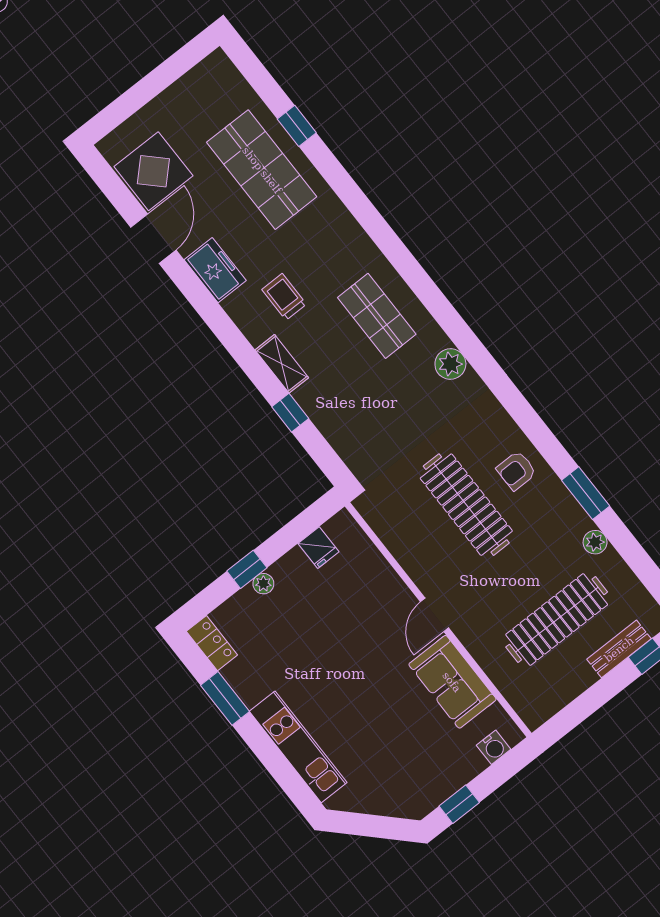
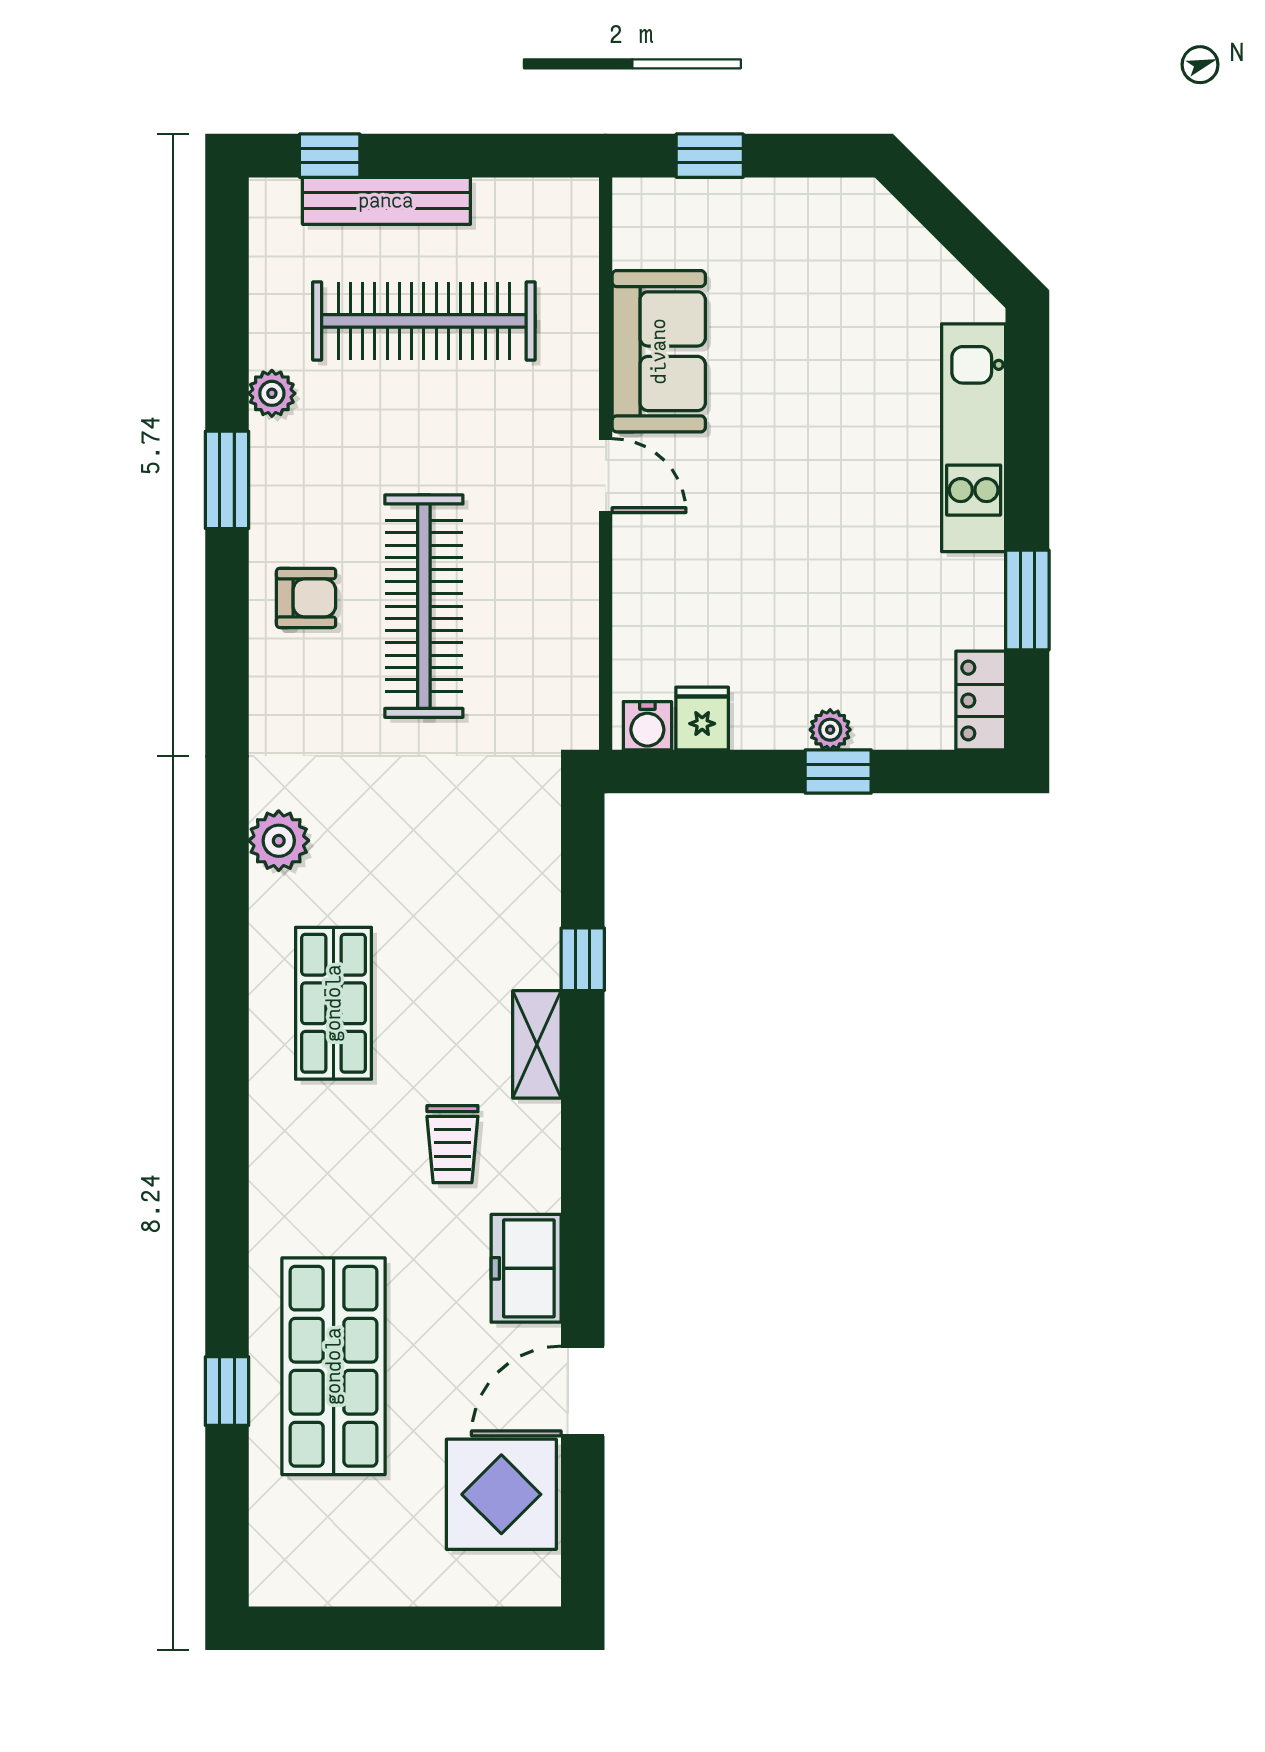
door: (434, 615) -> (606, 476), hinge flipped
bench: (619, 649) -> (386, 201), width x1.36
water cooler: (494, 747) -> (647, 726), moved, turned 180
window: (459, 804) -> (710, 156), moved

